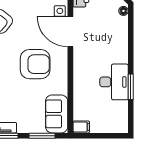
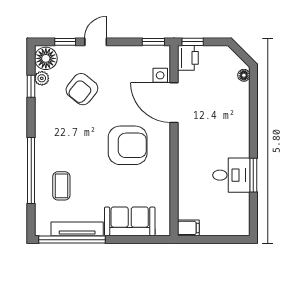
desk: (114, 82) -> (231, 175), width x0.73
sofa: (57, 114) -> (130, 221), moved, turned 90
window: (42, 136) -> (137, 240), removed

